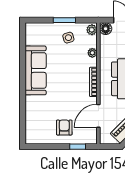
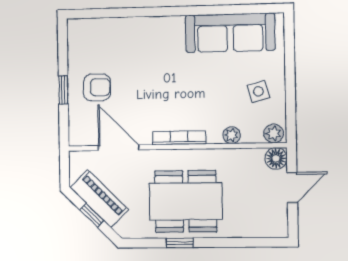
window: (64, 20) -> (290, 83), removed
sofa: (36, 70) -> (230, 33), moved
window: (78, 147) -> (63, 90), moved

